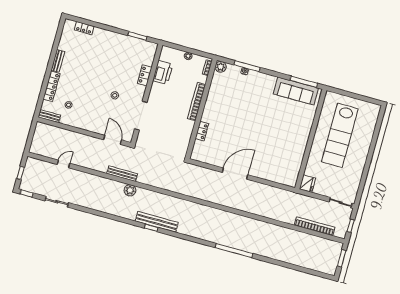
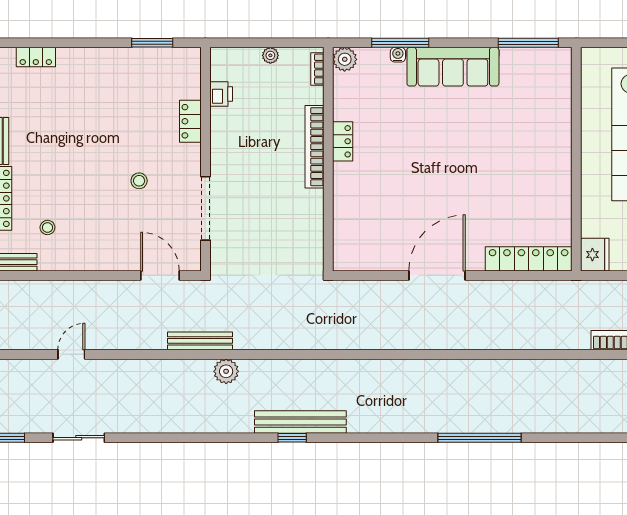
printer: (163, 72) -> (221, 94), width x0.53, depth x0.68
sofa: (296, 91) -> (453, 67), moved
locker: (202, 131) -> (343, 141), moved
locker: (278, 177) -> (529, 259), added

